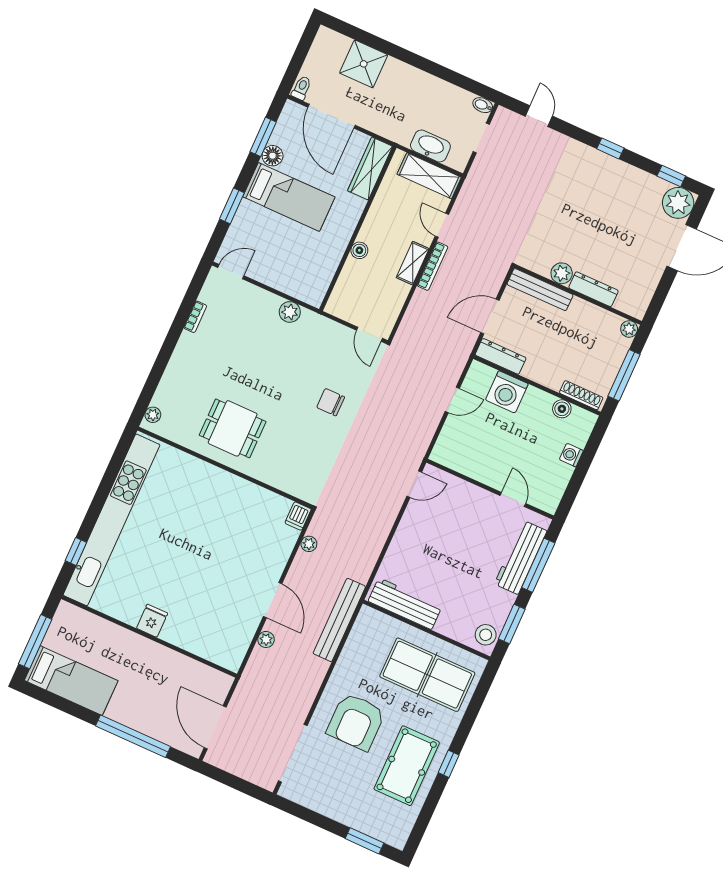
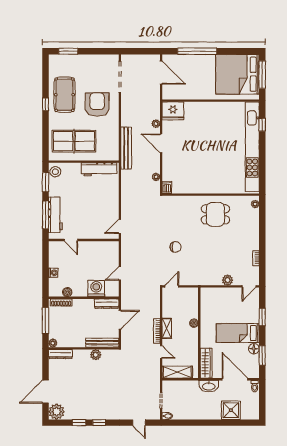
washbasin: (430, 146) -> (209, 386), moved
window: (671, 176) -> (79, 423), moved
dresser: (593, 289) -> (60, 354), moved
plant: (290, 312) -> (227, 280), moved
door: (369, 334) -> (172, 286), hinge flipped
fridge: (152, 621) -> (173, 111), moved, width x1.88, depth x1.34
bed: (71, 681) -> (237, 74), width x2.04

